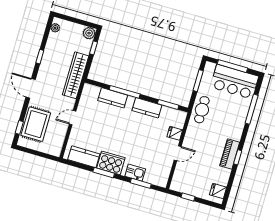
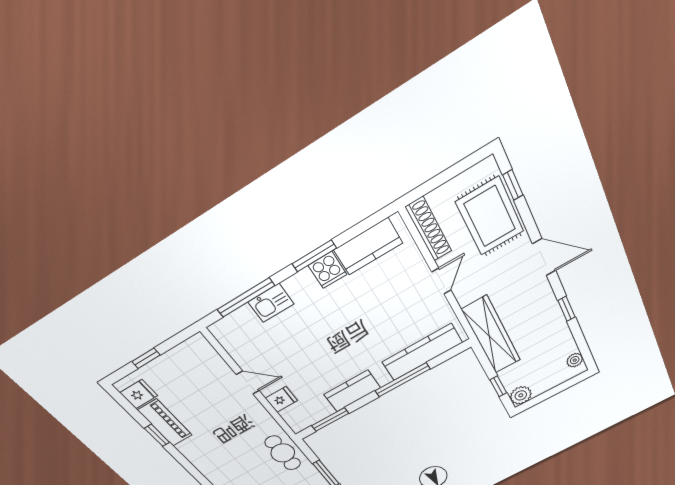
kitchen counter: (113, 98) -> (422, 352), width x1.50
shoe rack: (59, 141) -> (429, 229), added
door: (178, 153) -> (248, 382), swing flipped
piano: (230, 154) -> (165, 423), moved
window: (238, 157) -> (157, 435), moved
cooker: (111, 163) -> (327, 270), width x0.53, depth x0.76
window: (141, 183) -> (246, 298), width x1.44
window: (188, 197) -> (146, 358), moved

